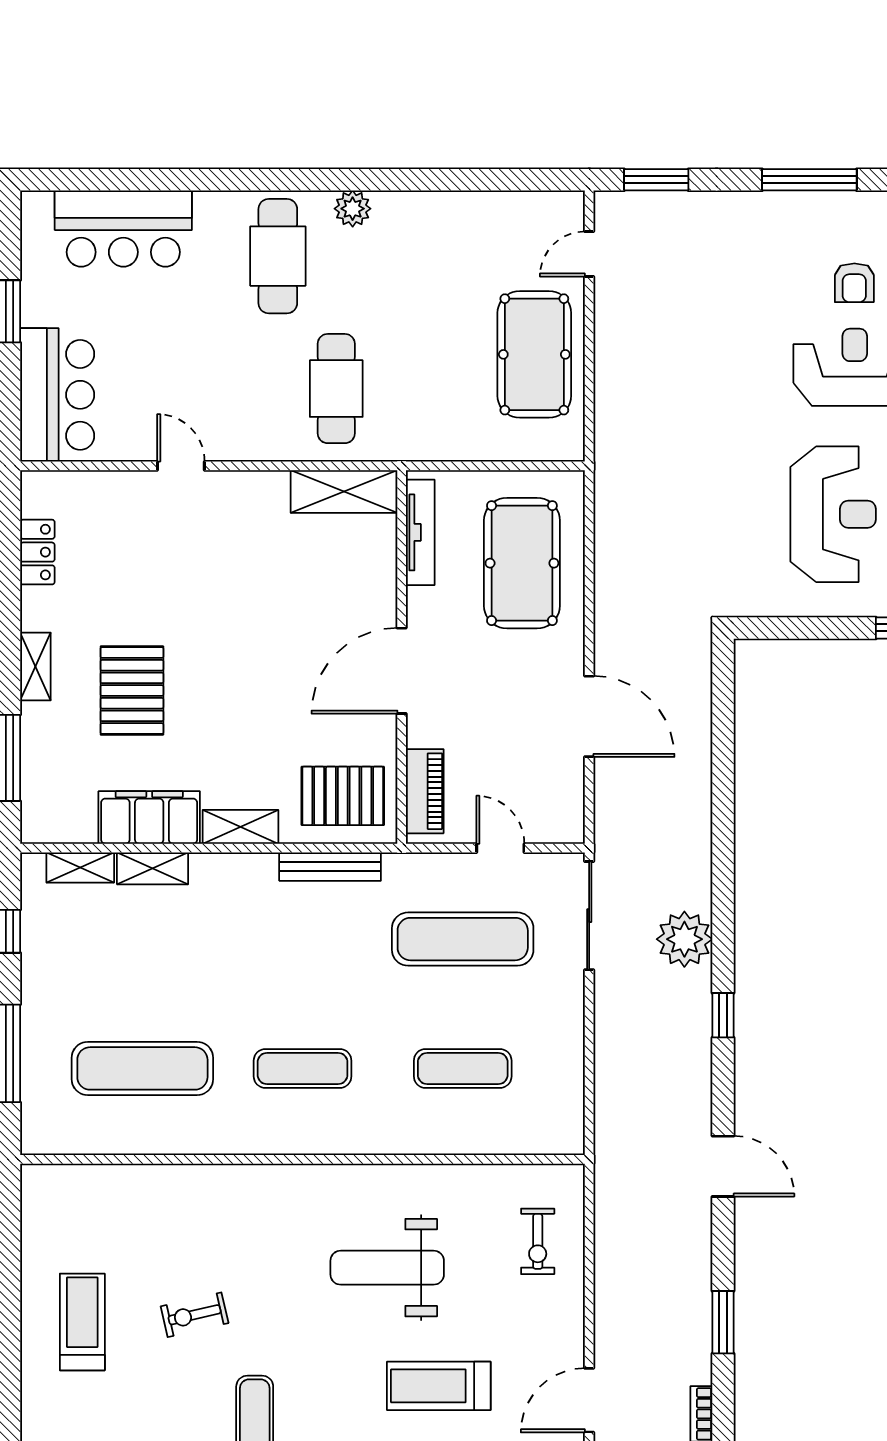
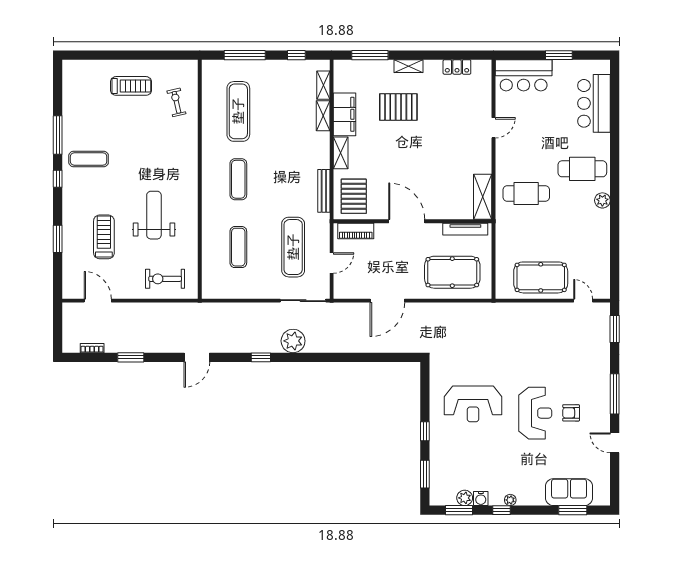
exercise bike: (538, 1241) -> (165, 279), width x1.38, depth x1.39
exercise bike: (195, 1315) -> (176, 102), moved

